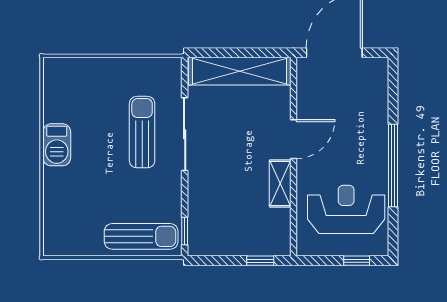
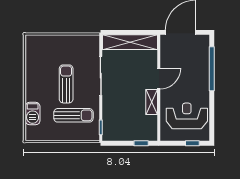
sun lounger: (142, 132) -> (66, 84), moved
barbecue: (57, 145) -> (33, 114), moved
window: (393, 165) -> (212, 69), moved
sun lounger: (141, 236) -> (73, 115), moved

